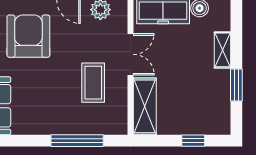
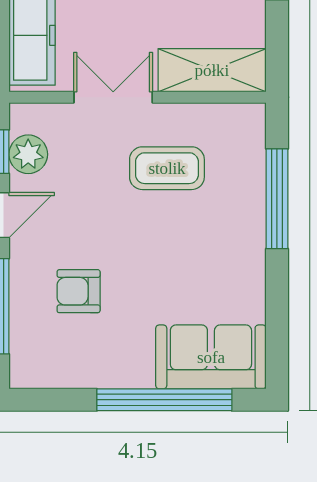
armchair: (28, 36) -> (79, 291), width x0.53, depth x0.53

